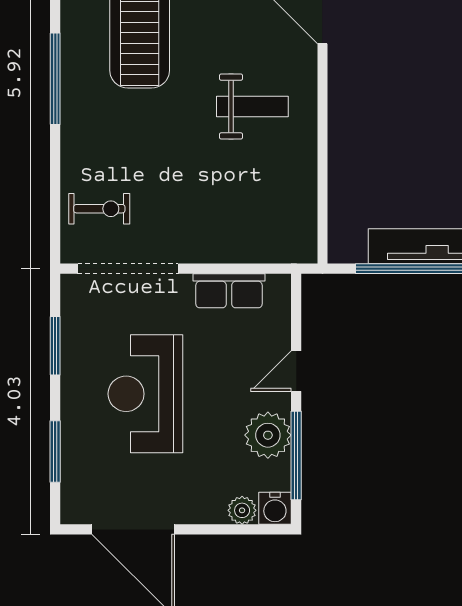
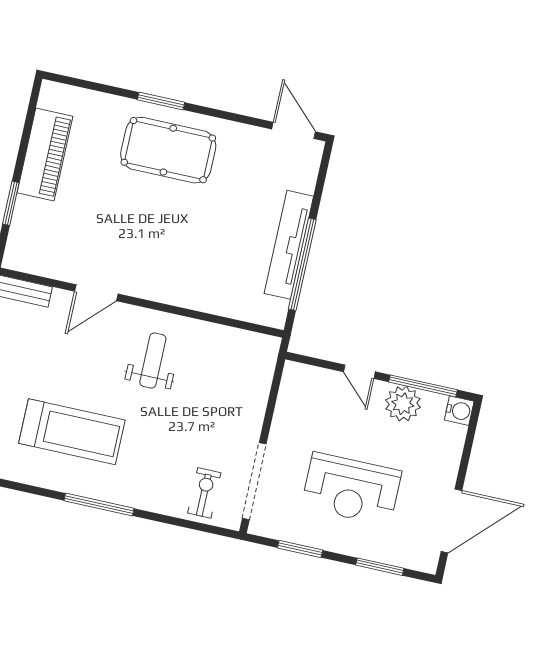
row of seats: (229, 291) -> (288, 409), removed
plant: (242, 510) -> (455, 436), removed

